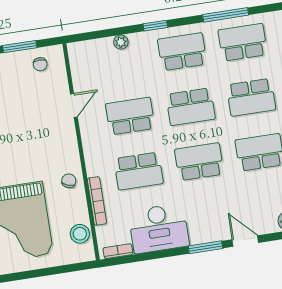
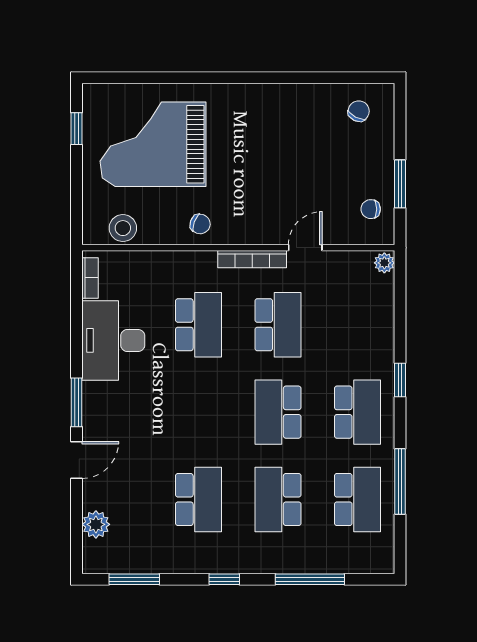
plant: (121, 42) -> (384, 263), moved
door: (74, 105) -> (305, 248), swing flipped
school desk: (199, 162) -> (199, 412), removed
school desk: (139, 171) -> (199, 325), turned 180
bookcase: (97, 201) -> (252, 259), moved
window: (16, 277) -> (77, 129), added

